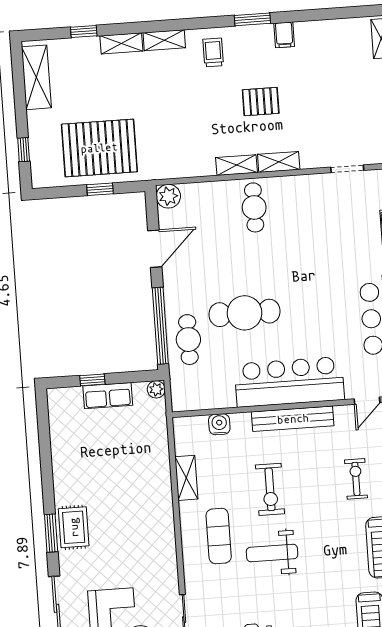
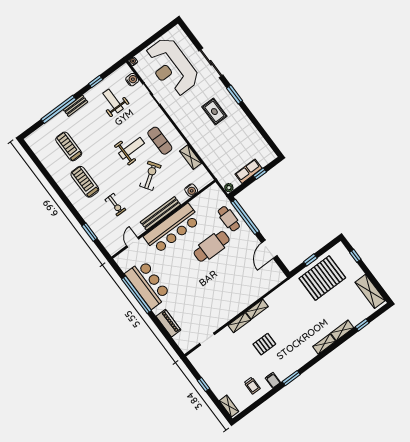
trolley: (213, 52) -> (252, 386), moved
plant: (168, 196) -> (278, 276), removed
cafe table: (254, 207) -> (237, 296), removed
exercise bike: (270, 489) -> (150, 176), turned 56
rug: (74, 527) -> (214, 112), moved

